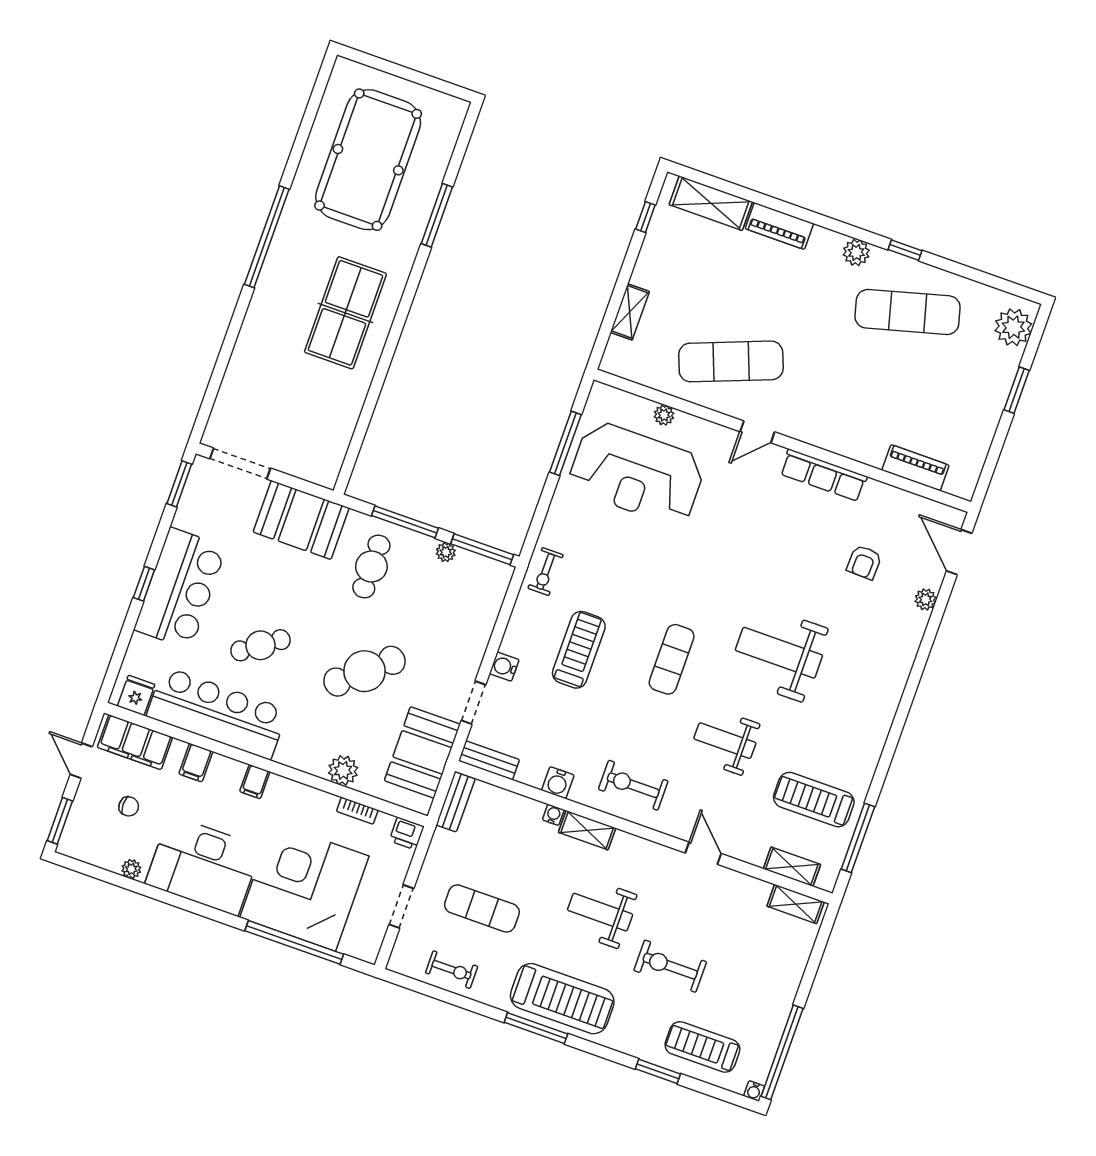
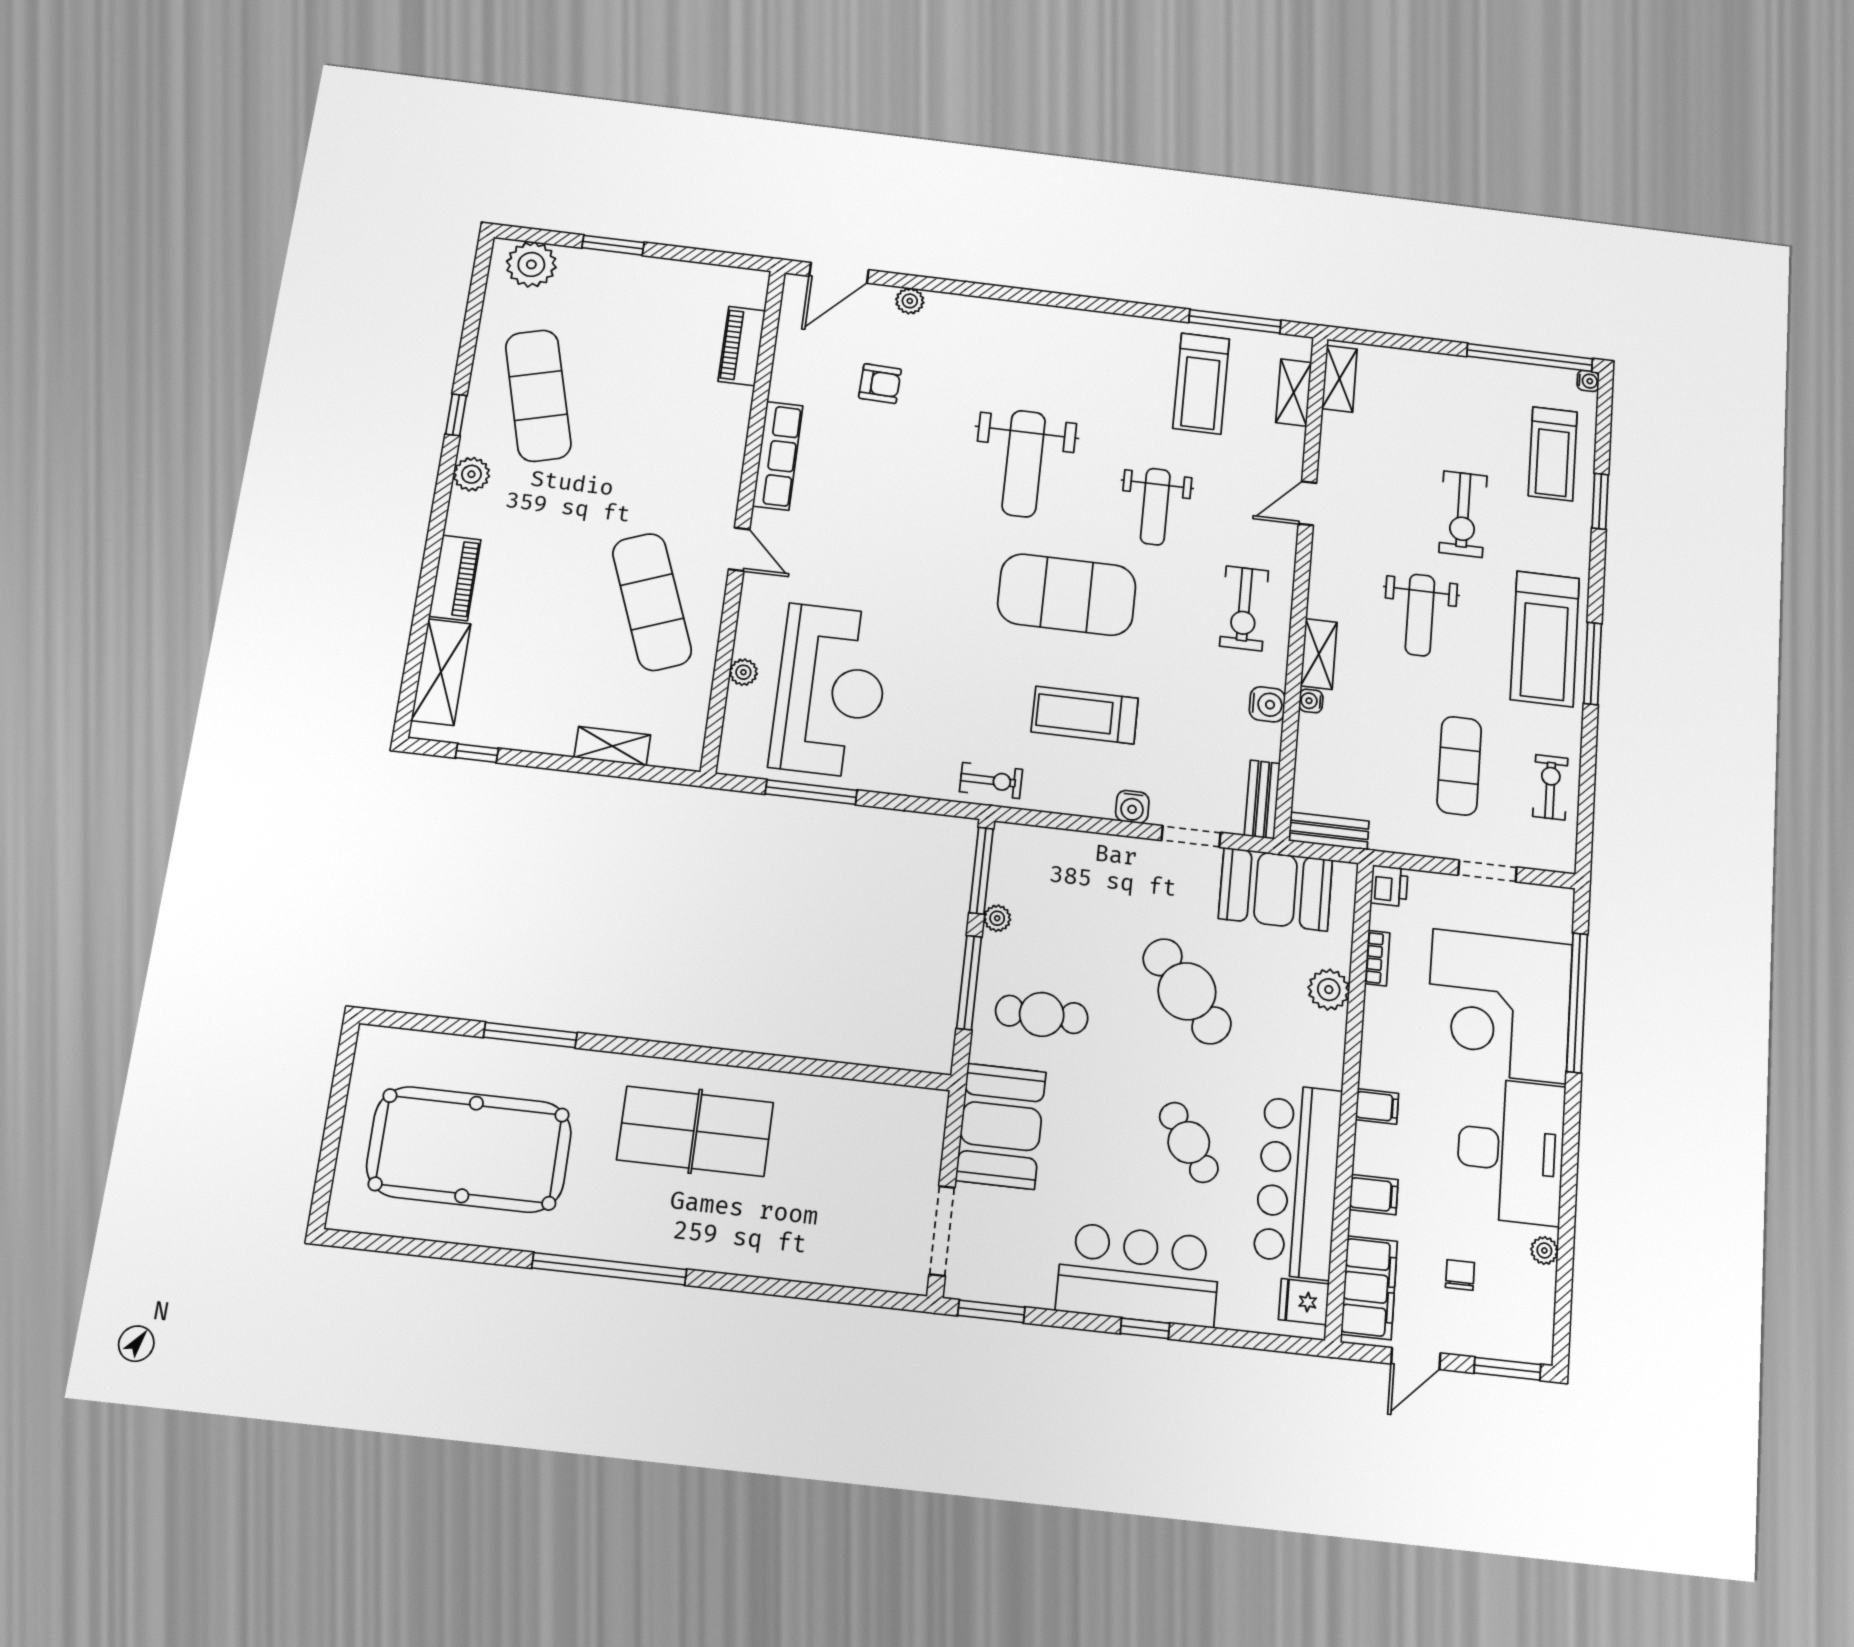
exercise mat: (672, 659) -> (1067, 595), width x2.00, depth x1.45
treadmill: (562, 999) -> (1545, 639), turned 180

